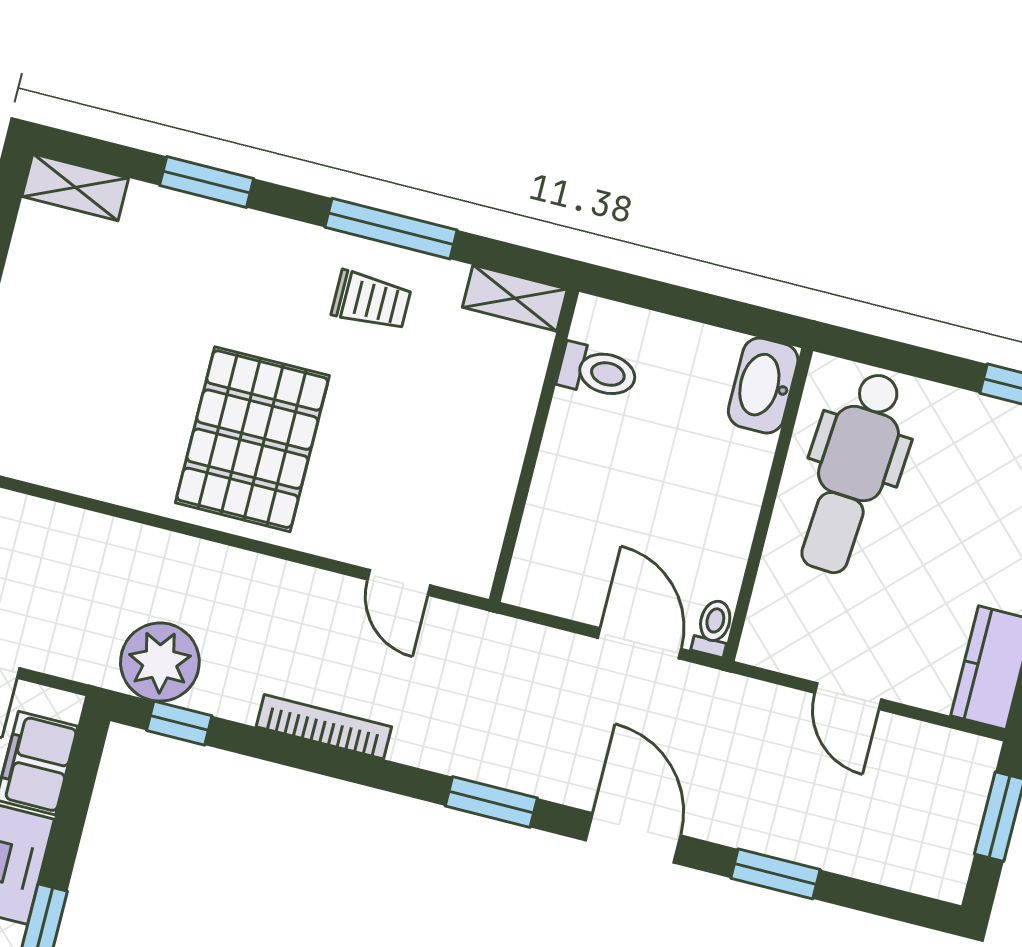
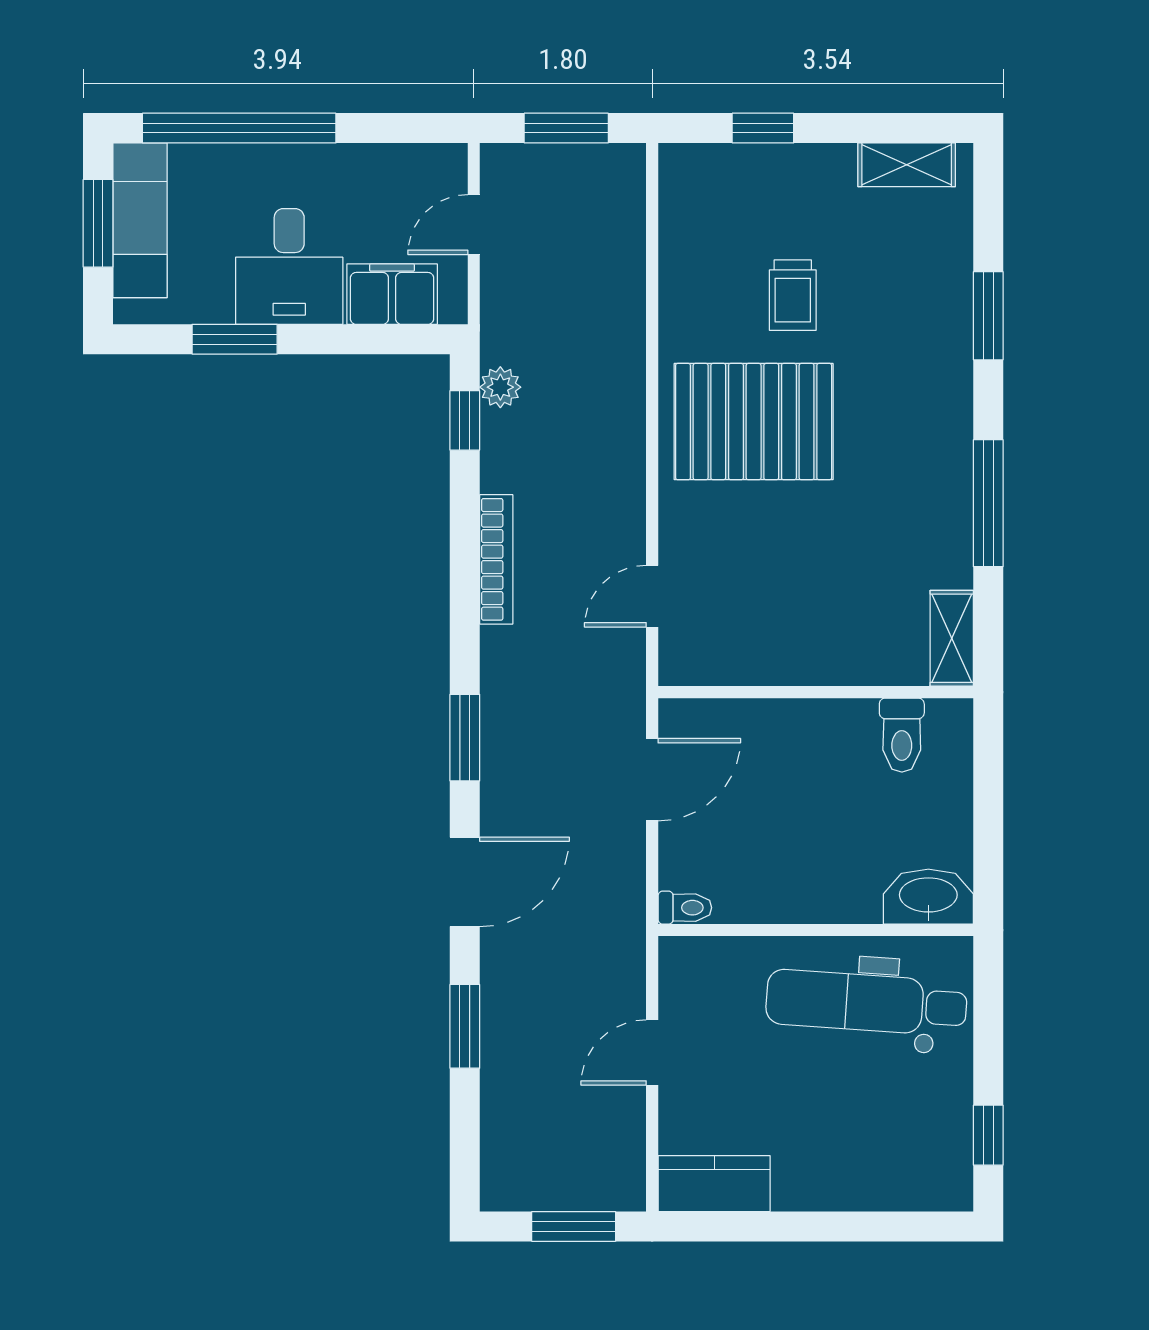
shelving: (75, 187) -> (907, 165), moved, turned 90
trolley: (371, 301) -> (793, 295), moved
door: (640, 643) -> (652, 780), moved
plant: (160, 662) -> (500, 387), width x0.53, depth x0.53

